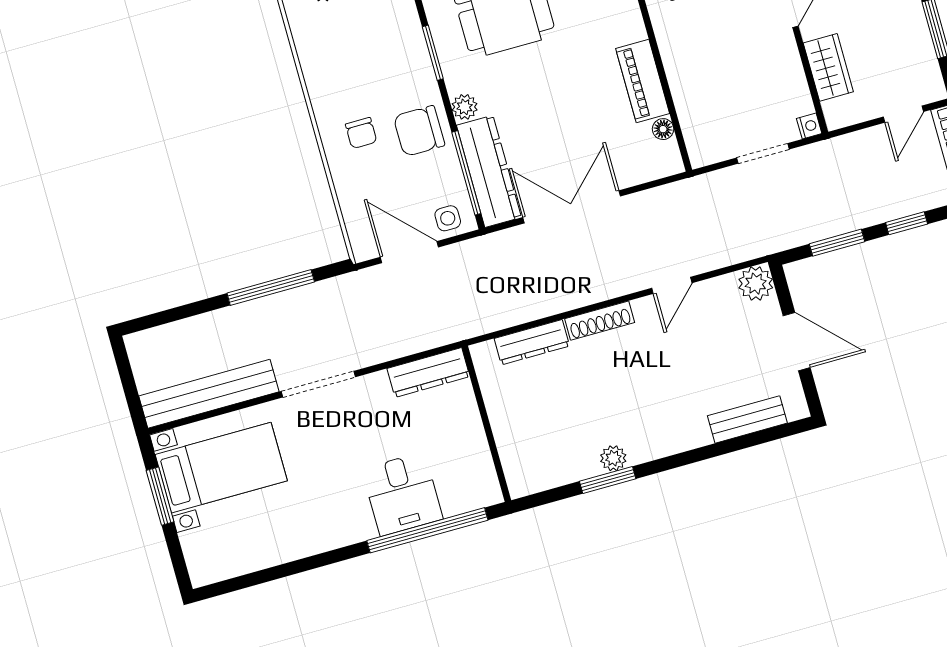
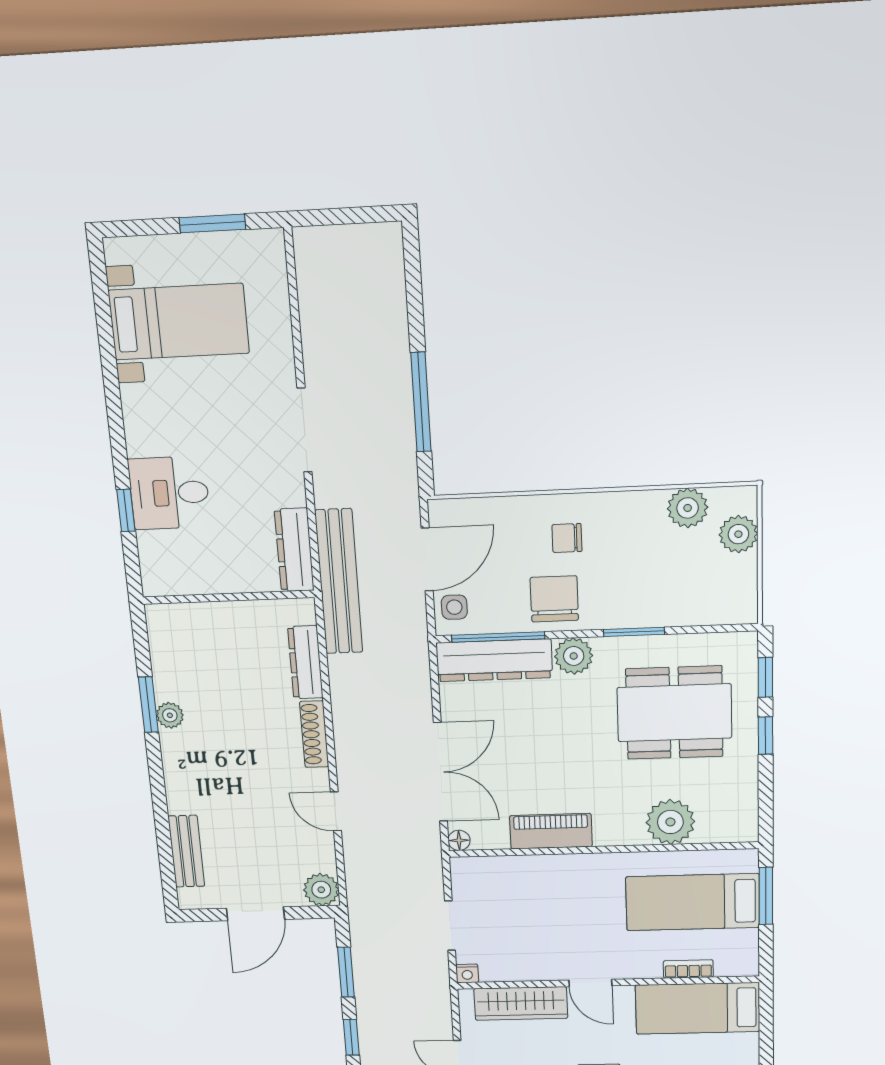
plant: (310, 35) -> (688, 508), added
wardrobe: (828, 67) -> (521, 1003), width x1.50
plant: (465, 107) -> (574, 656), width x1.38, depth x1.38
floor lamp: (663, 129) -> (459, 840), moved
double door: (572, 207) -> (440, 772), moved
bench: (209, 394) -> (339, 582), moved
bed with nightstands: (221, 468) -> (179, 322), moved, turned -90
window: (427, 530) -> (126, 510), width x0.32

